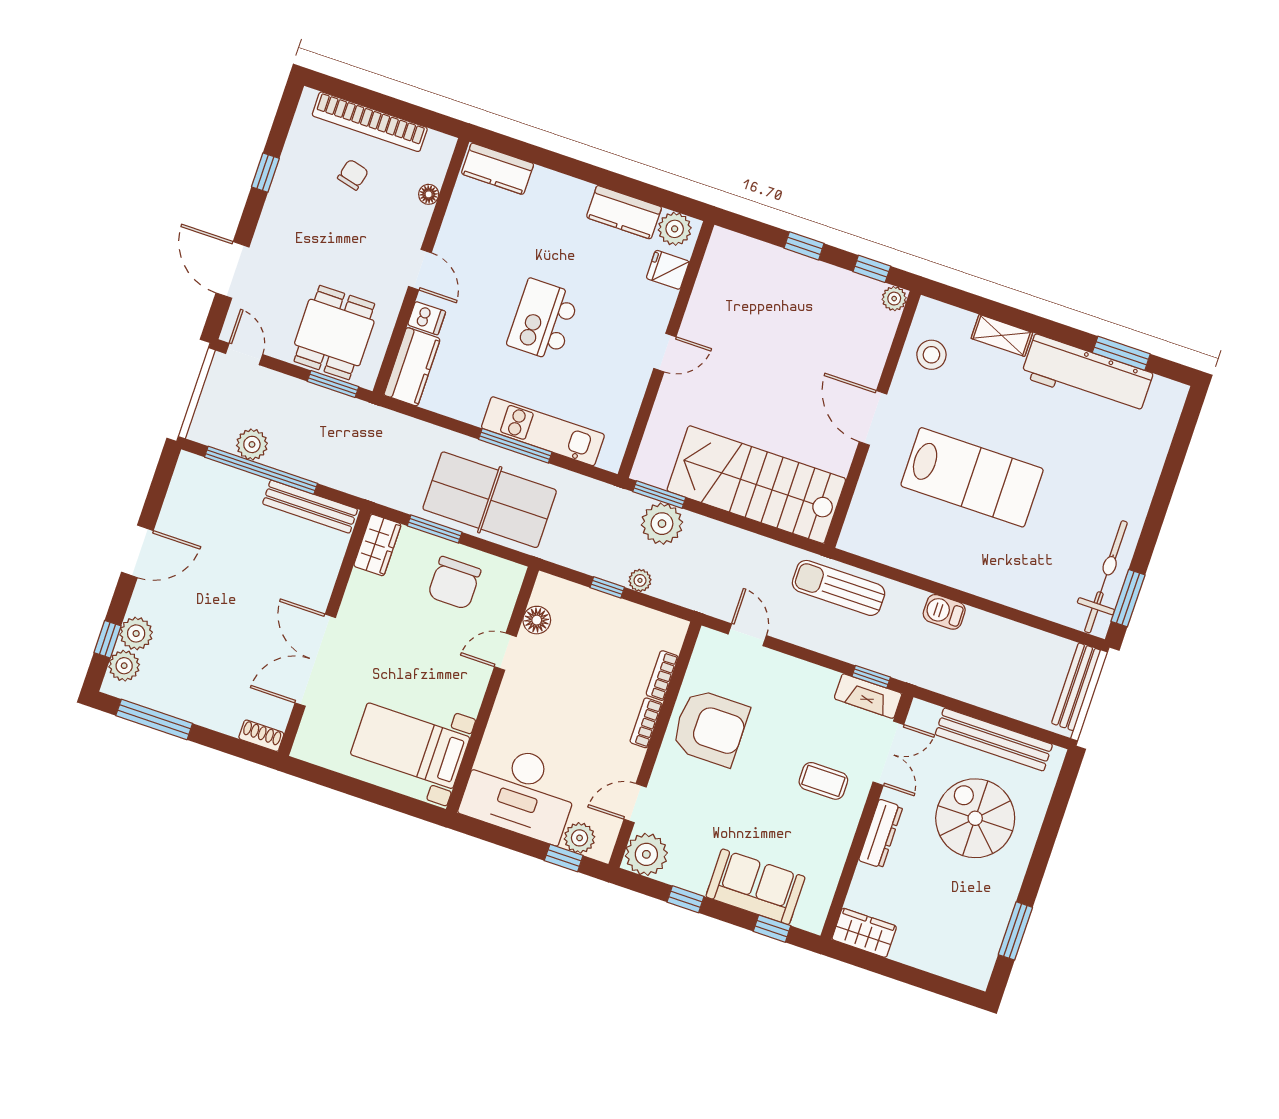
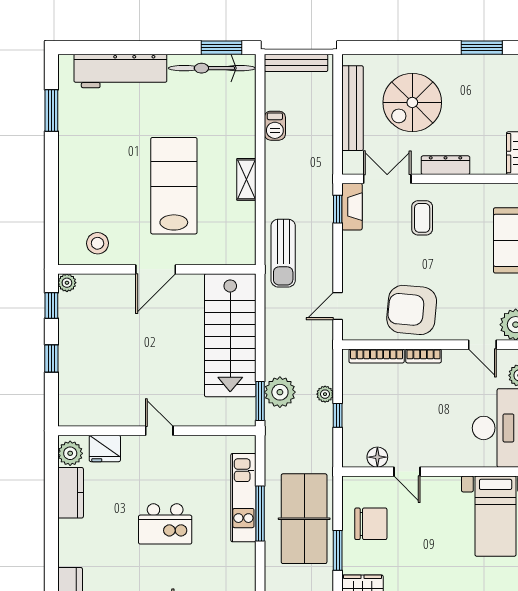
fridge: (668, 270) -> (105, 448), width x1.38
shelving: (1002, 335) -> (246, 179), moved
workbench: (1087, 375) -> (120, 71), moved, turned 90
barbecue: (944, 612) -> (275, 126), moved
bookcase: (662, 676) -> (377, 356), width x1.56
armchair: (710, 728) -> (412, 310), turned -85

